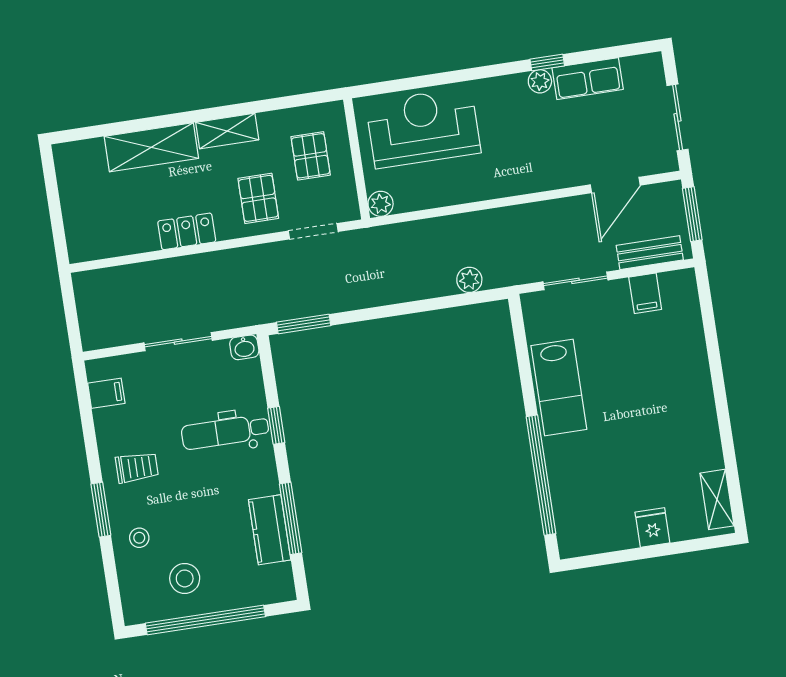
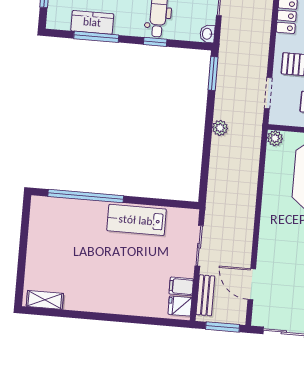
plant: (469, 280) -> (220, 128), moved
fridge: (652, 527) -> (180, 306), moved, turned 180

